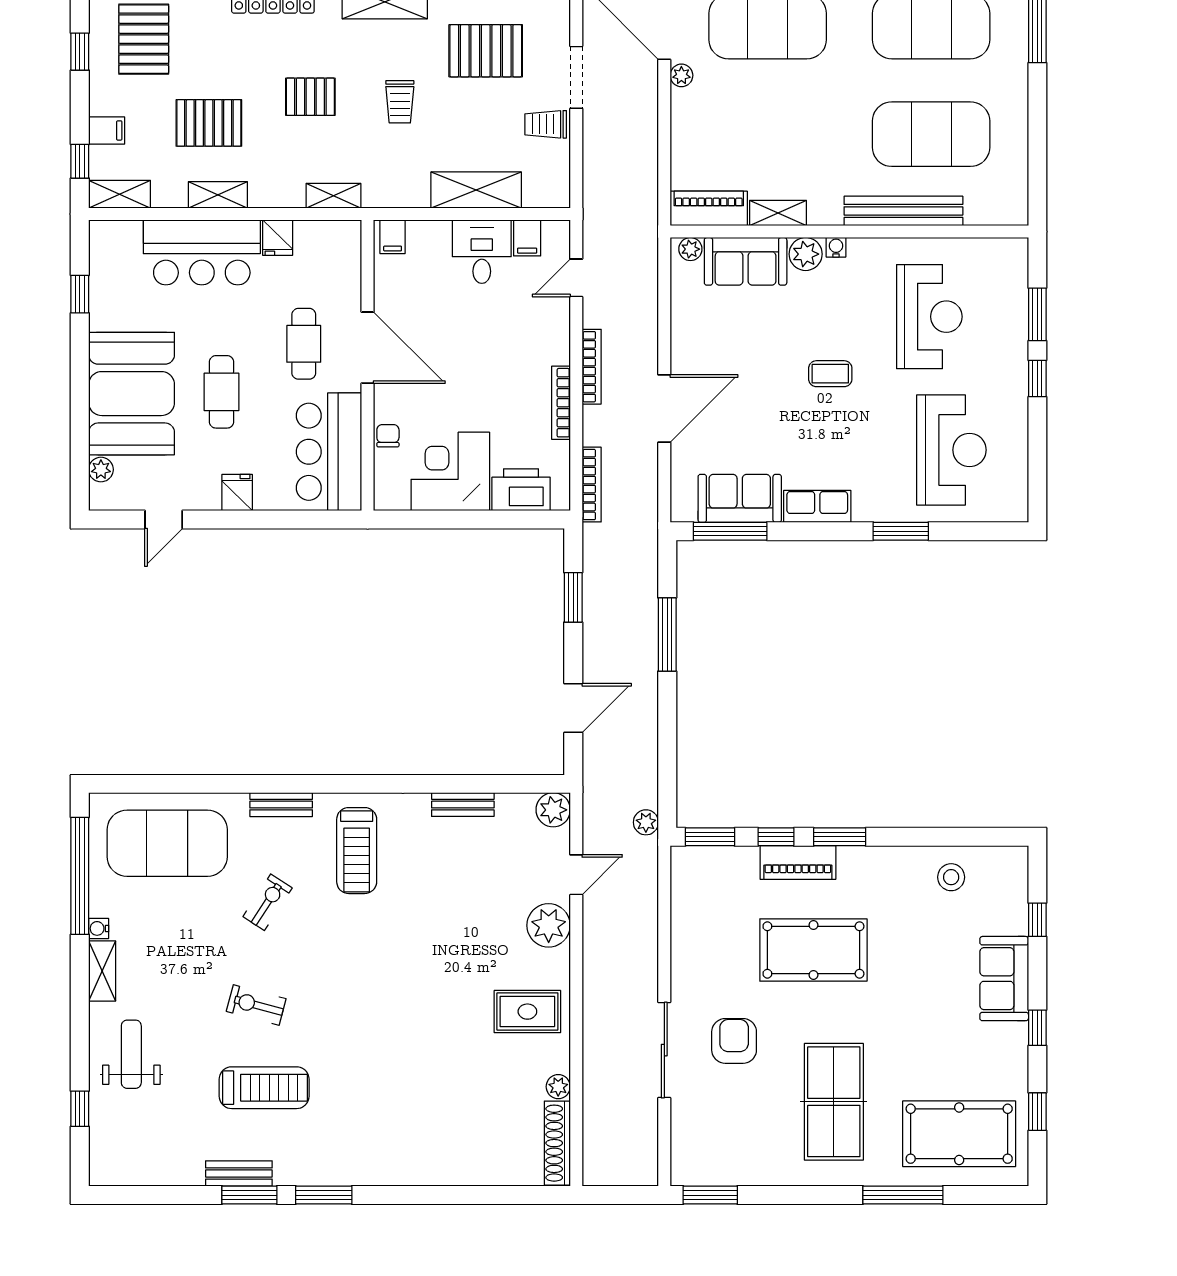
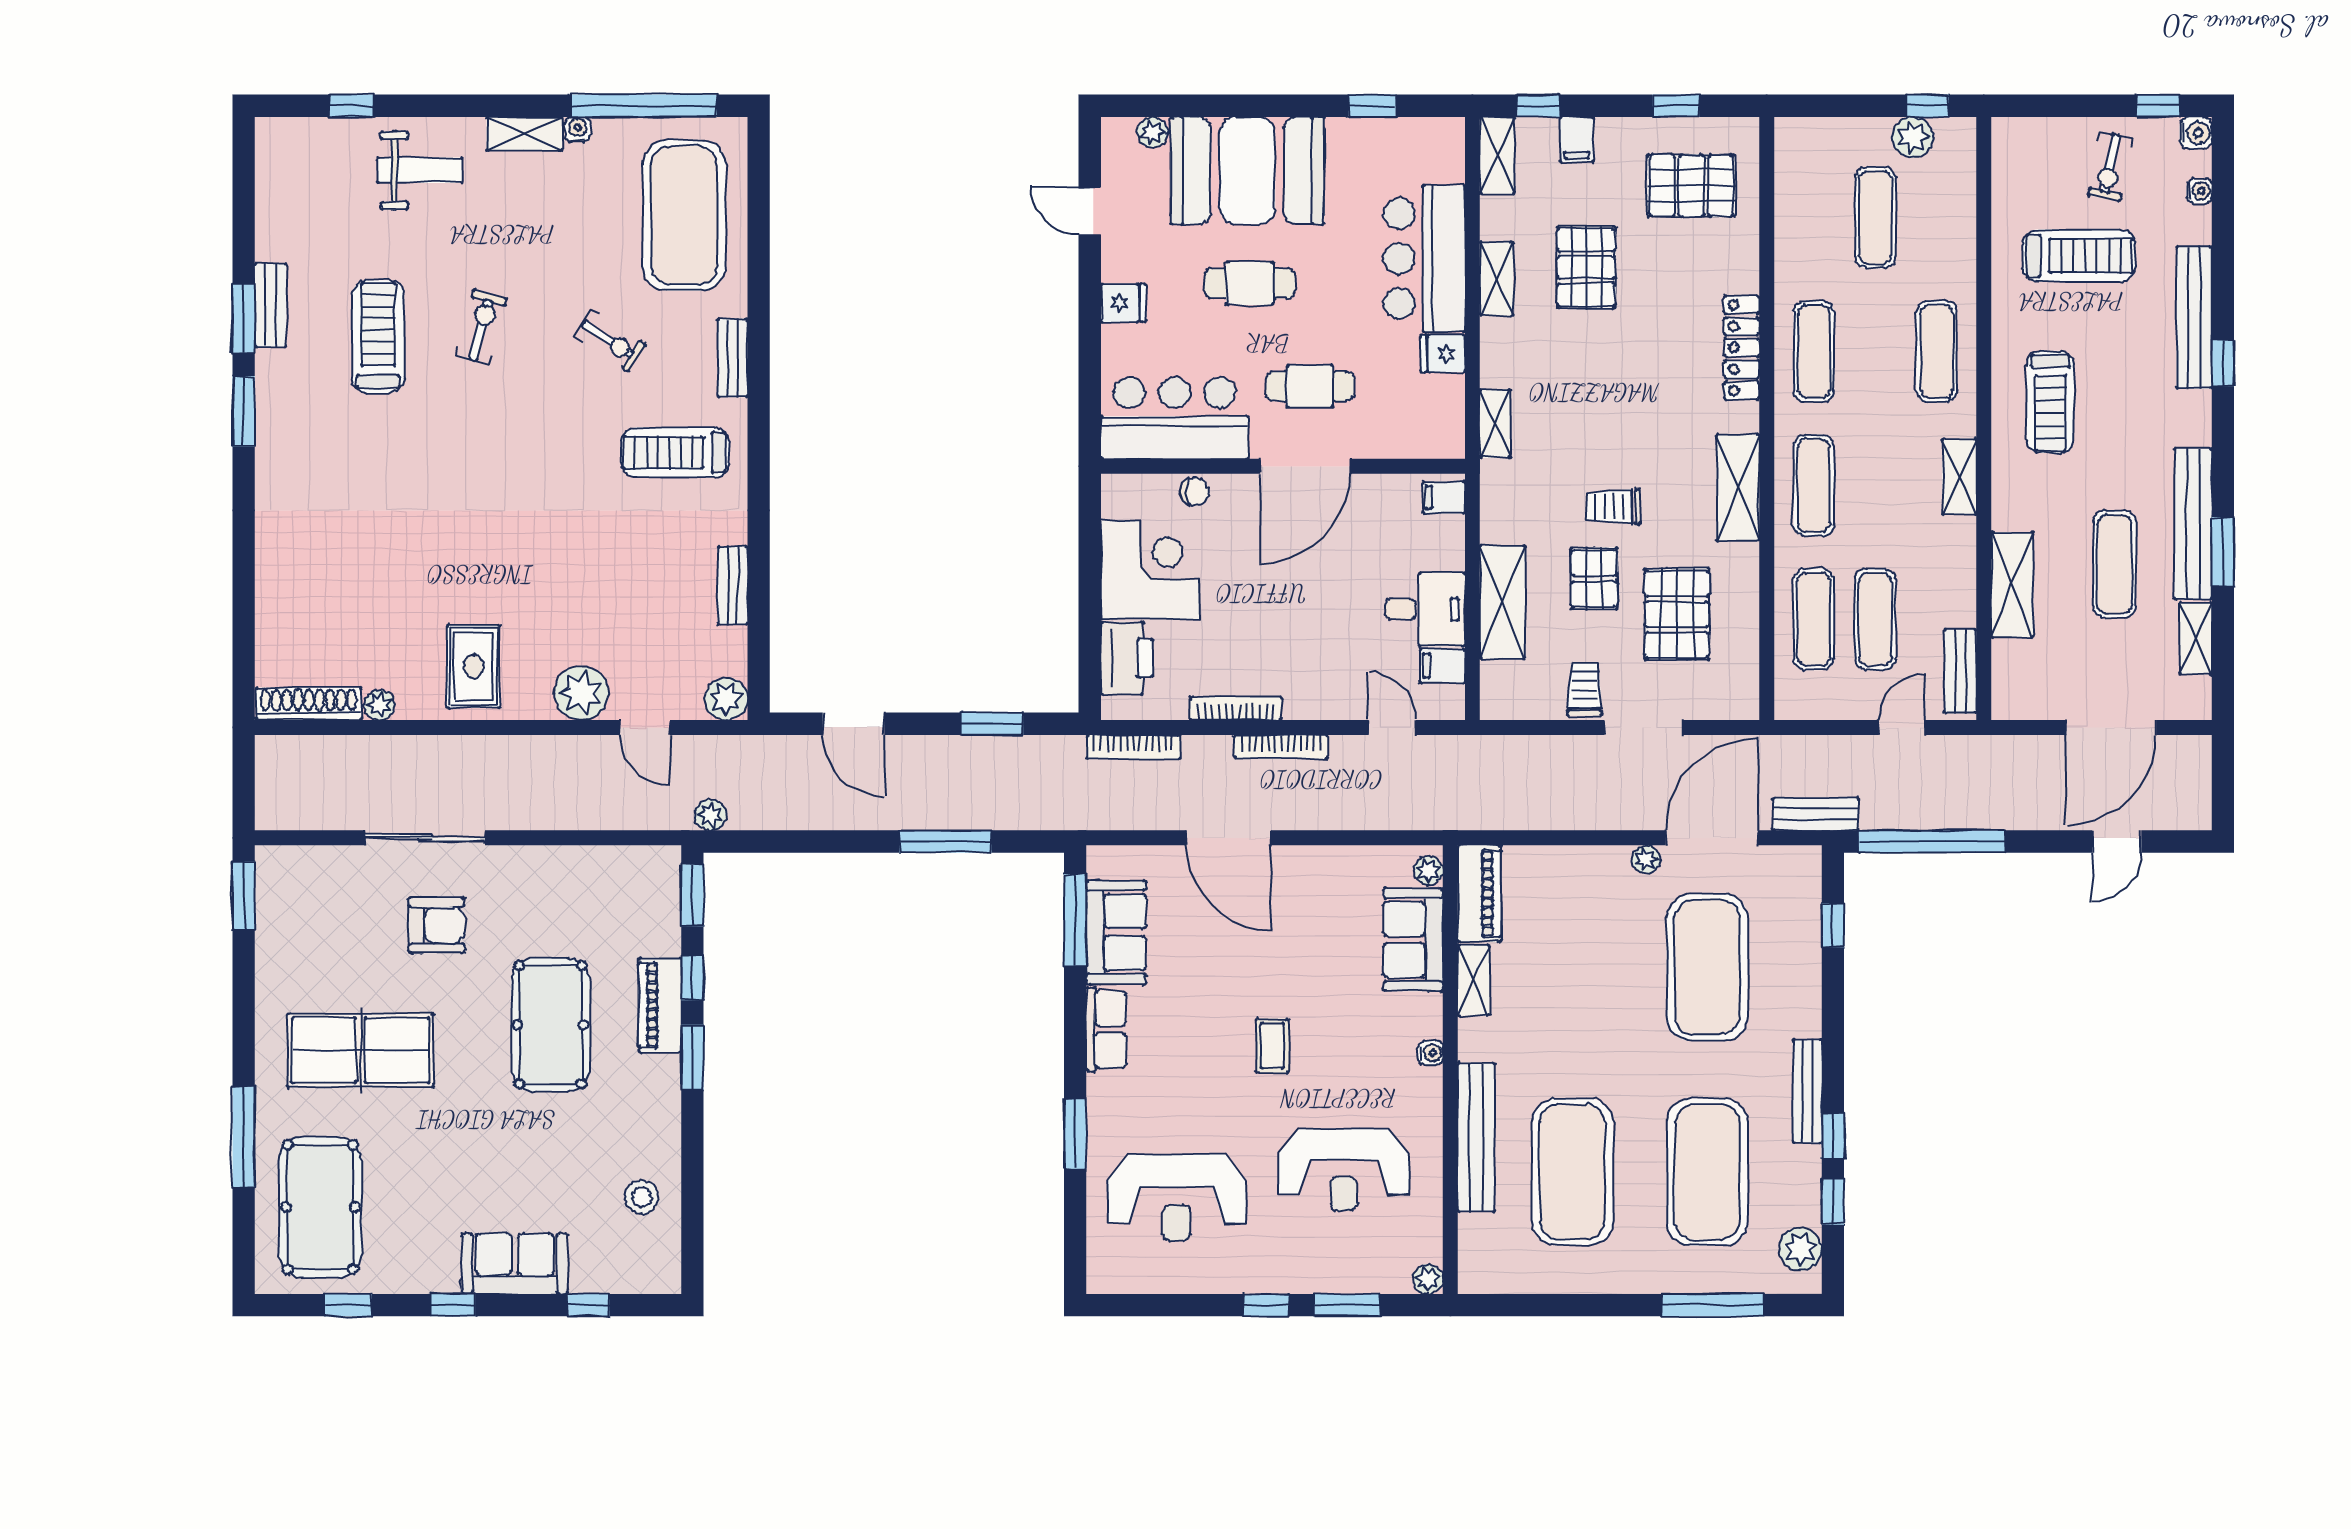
pallet: (310, 97) -> (1594, 579), moved
plant: (806, 254) -> (1428, 1279), moved, width x0.73, depth x0.73
treadmill: (264, 1088) -> (378, 337), turned 180

